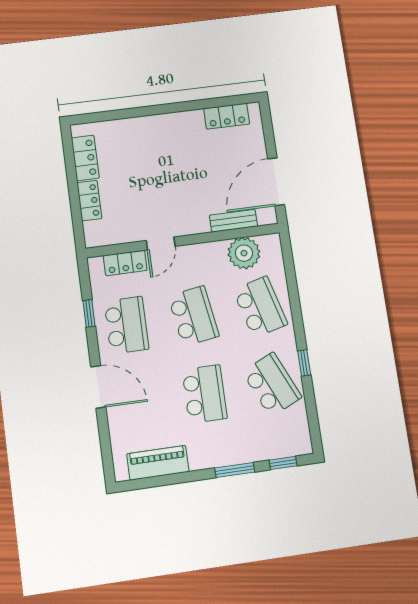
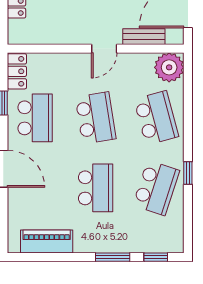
door: (161, 243) -> (104, 49), moved
plant: (244, 253) -> (169, 67), moved
locker: (125, 263) -> (17, 71), moved, turned -90
school desk: (272, 385) -> (156, 188), turned 42

